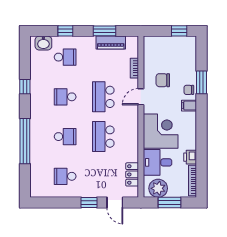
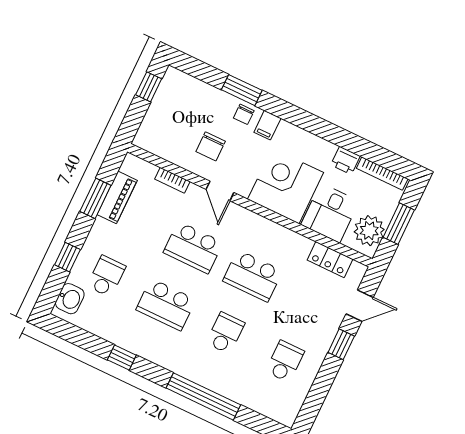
school desk: (65, 97) -> (166, 305), width x1.85
school desk: (65, 176) -> (285, 361), turned 180

